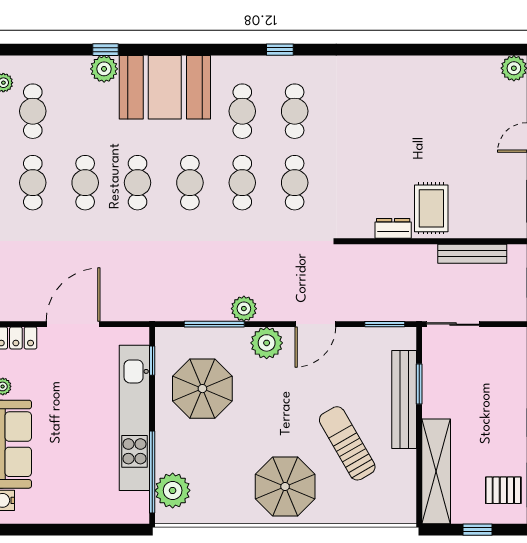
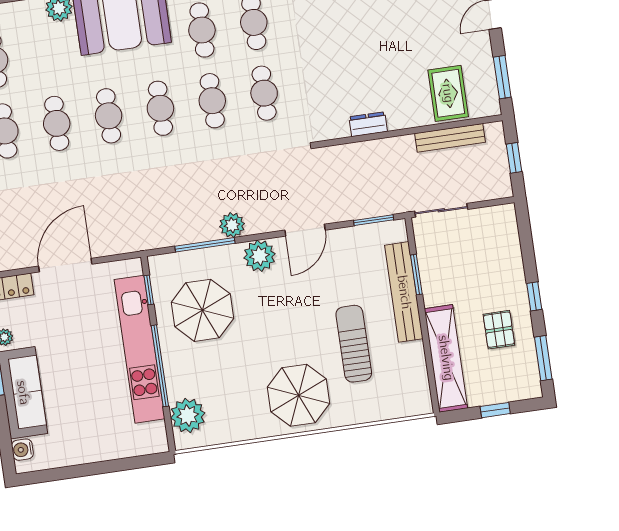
rug: (431, 208) -> (448, 93), moved
sun lounger: (347, 443) -> (354, 344), turned 30
window: (152, 472) -> (160, 366), moved
pallet: (503, 490) -> (499, 330), moved, turned 90

